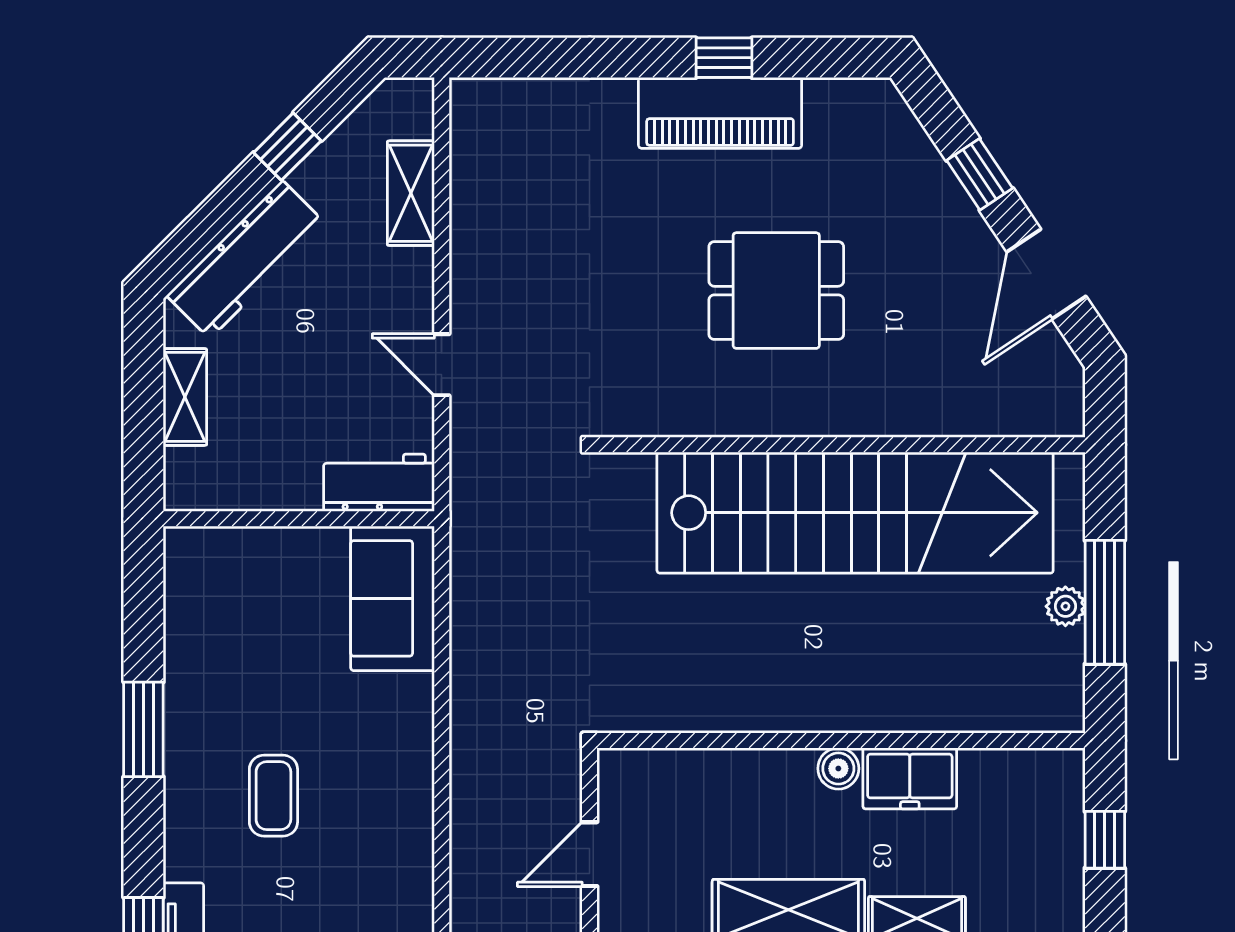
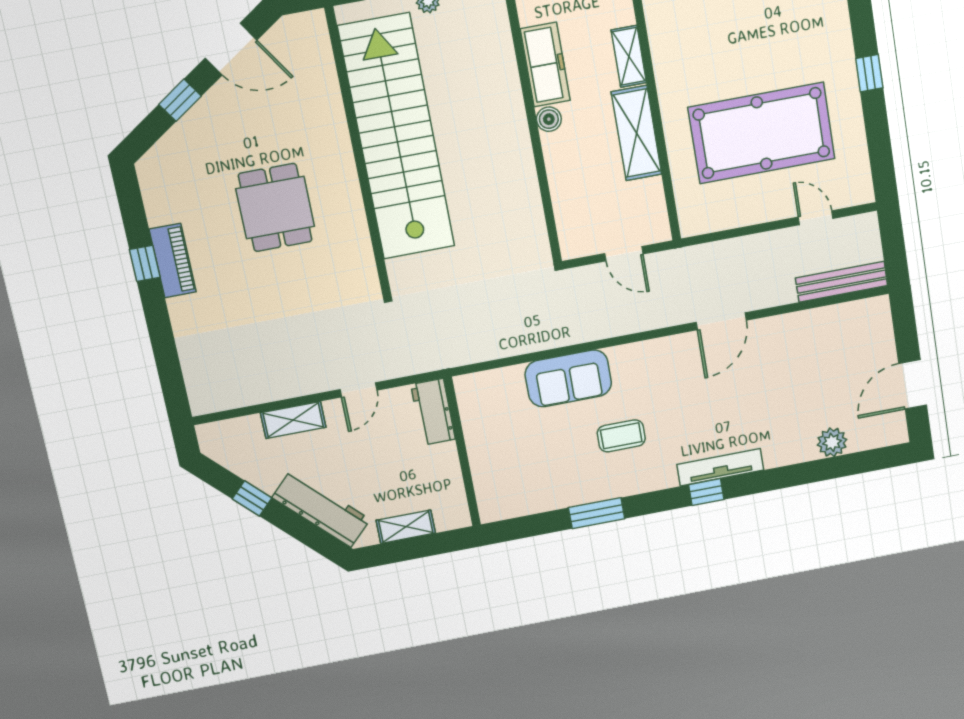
piano: (720, 113) -> (173, 261), width x0.73, depth x0.75
shelving: (411, 193) -> (293, 420), moved
sofa: (393, 598) -> (568, 378), moved
freezer: (910, 778) -> (545, 65), width x1.40

